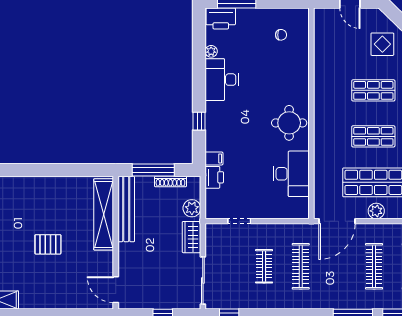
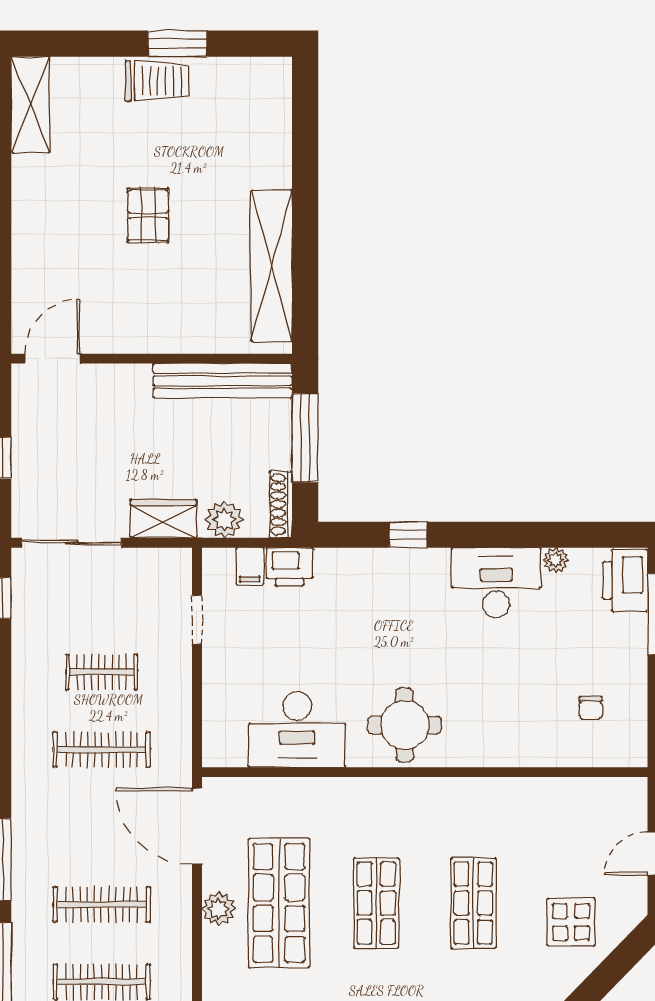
filing cabinet: (214, 158) -> (250, 566), moved
shoe rack: (170, 181) -> (281, 504), moved
shelving: (104, 214) -> (272, 266), moved, turned 90

